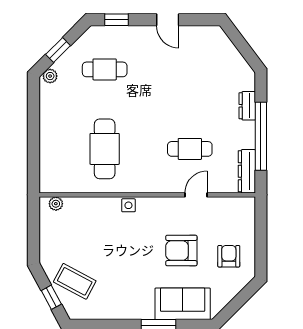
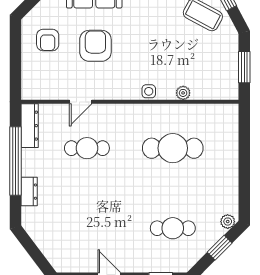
cafe table: (105, 149) -> (173, 148), turned 90
plant: (56, 204) -> (183, 93), moved
window: (34, 229) -> (244, 67), added
armchair: (181, 251) -> (95, 46), turned -90

